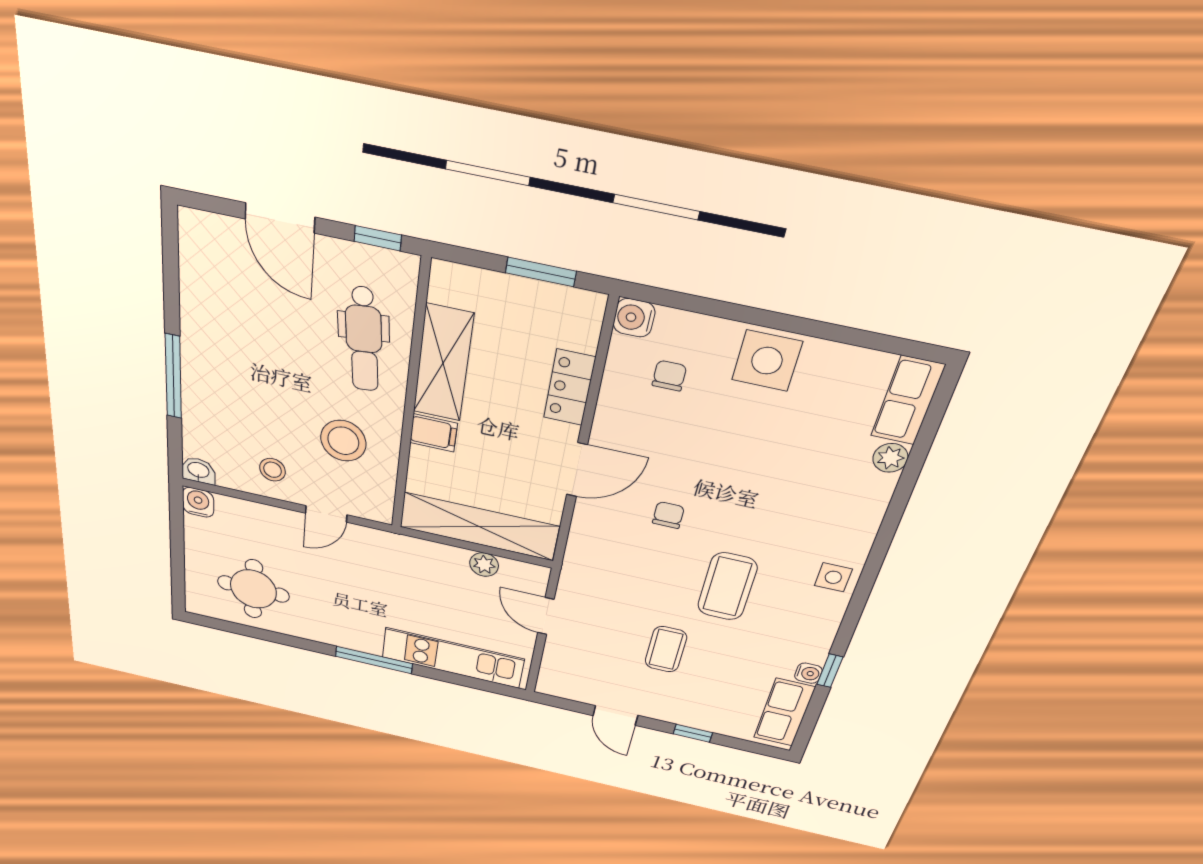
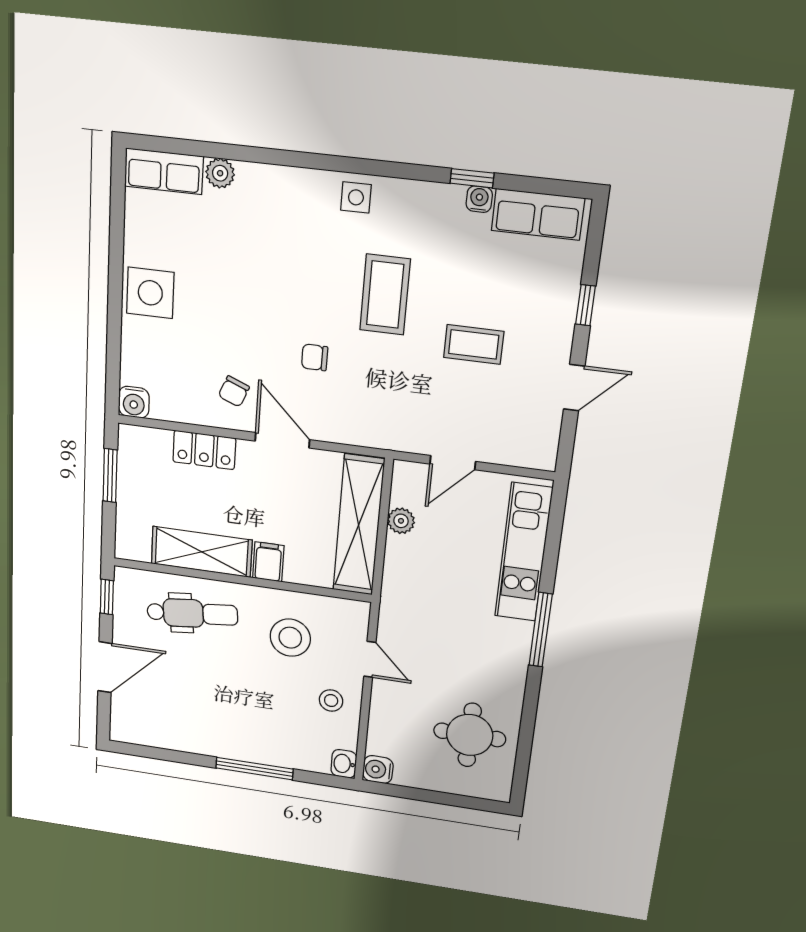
chair: (669, 376) -> (234, 391), moved, turned -68
coffee table: (727, 587) -> (385, 295), turned 90

